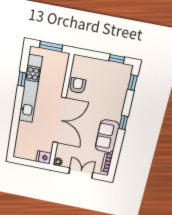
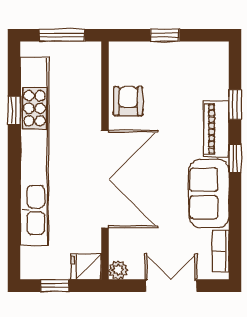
window: (117, 59) -> (165, 35), moved
window: (133, 83) -> (235, 105), moved
kitchen unit: (30, 89) -> (34, 152), width x1.36
piano: (117, 107) -> (216, 129), added
window: (28, 163) -> (55, 286), added

